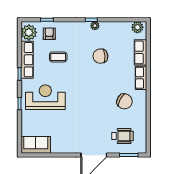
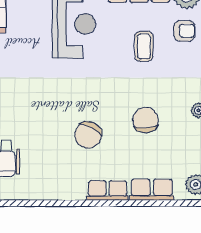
chair: (124, 101) -> (88, 135), moved

